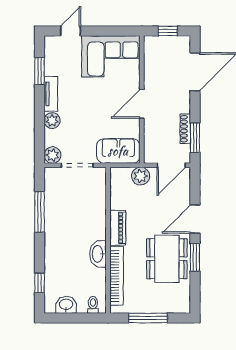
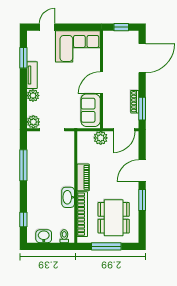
sofa: (118, 151) -> (91, 110), moved, turned -90
dining table: (167, 259) -> (114, 218), moved

